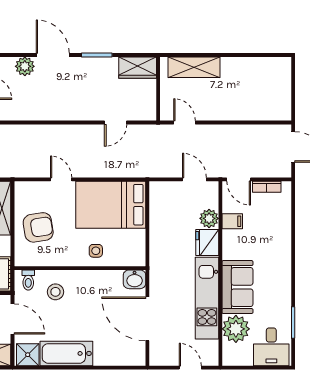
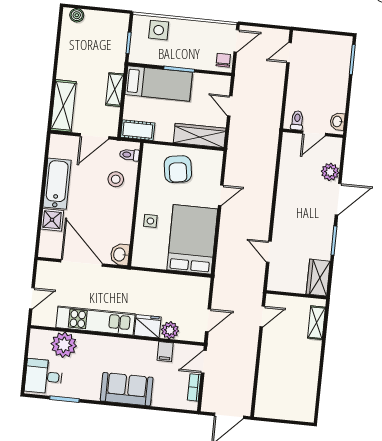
shelving: (194, 67) -> (317, 323), width x0.67, depth x0.75
sofa: (237, 287) -> (127, 389), moved, turned 180
door: (147, 319) -> (82, 263), hinge flipped
shower: (28, 355) -> (52, 220), moved

